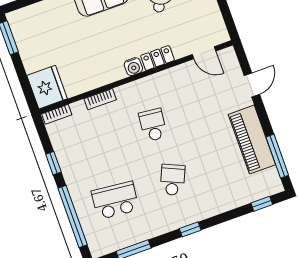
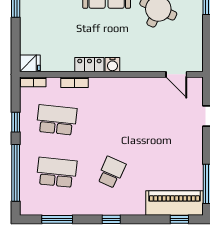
locker: (157, 58) -> (89, 65), moved
fridge: (47, 87) -> (30, 63), width x0.53, depth x0.75
school desk: (153, 125) -> (57, 120), moved, width x1.85
piano: (252, 140) -> (174, 203), moved, turned 90

